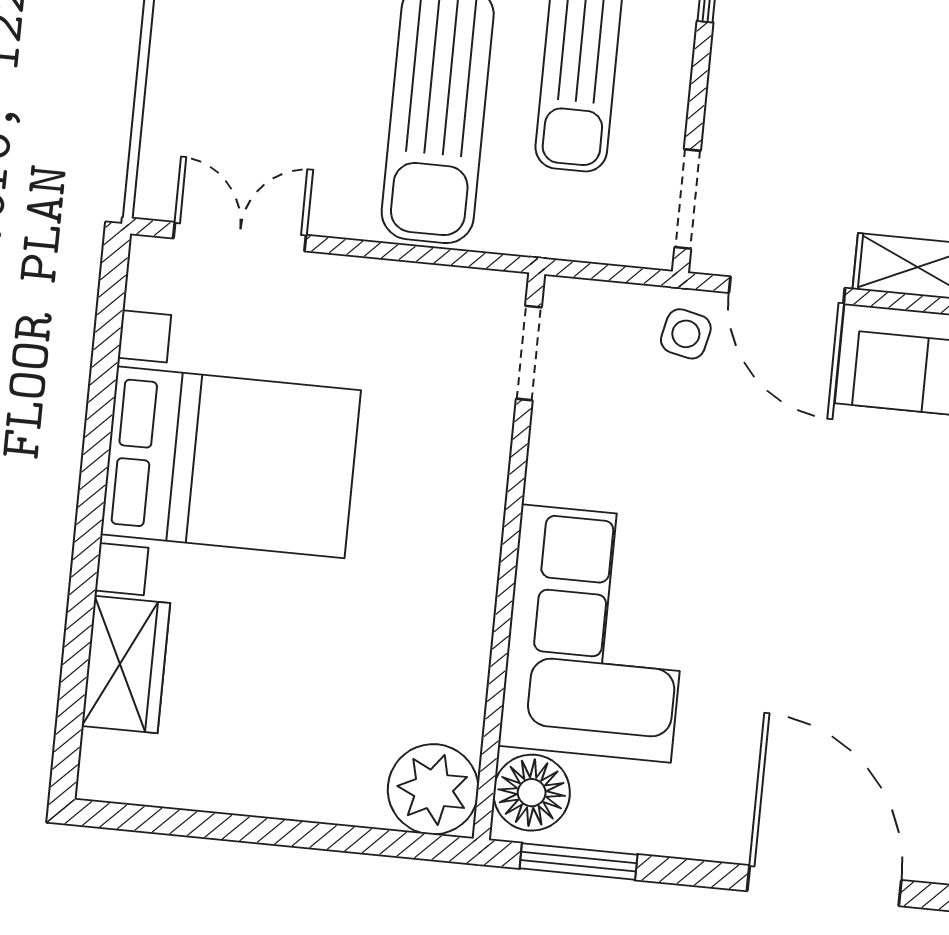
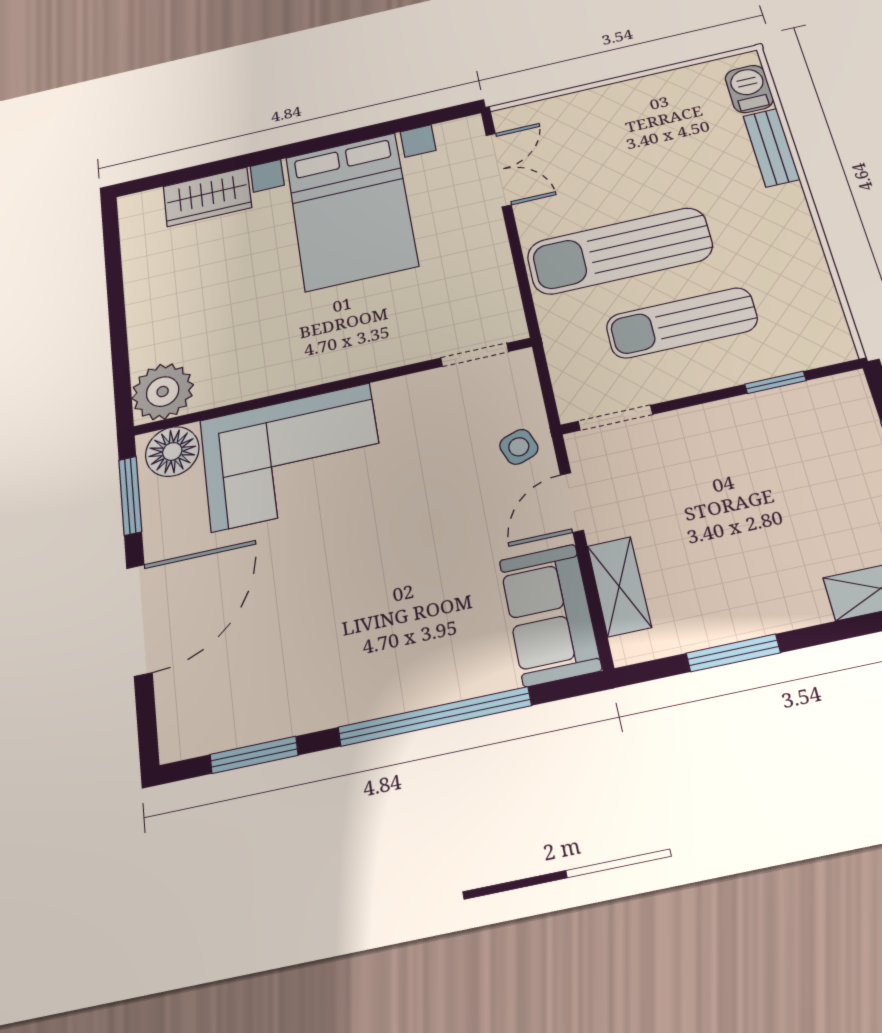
door: (787, 290) -> (572, 502), width x0.73
side table: (686, 334) -> (519, 447), turned -33
door: (824, 886) -> (139, 620), moved

